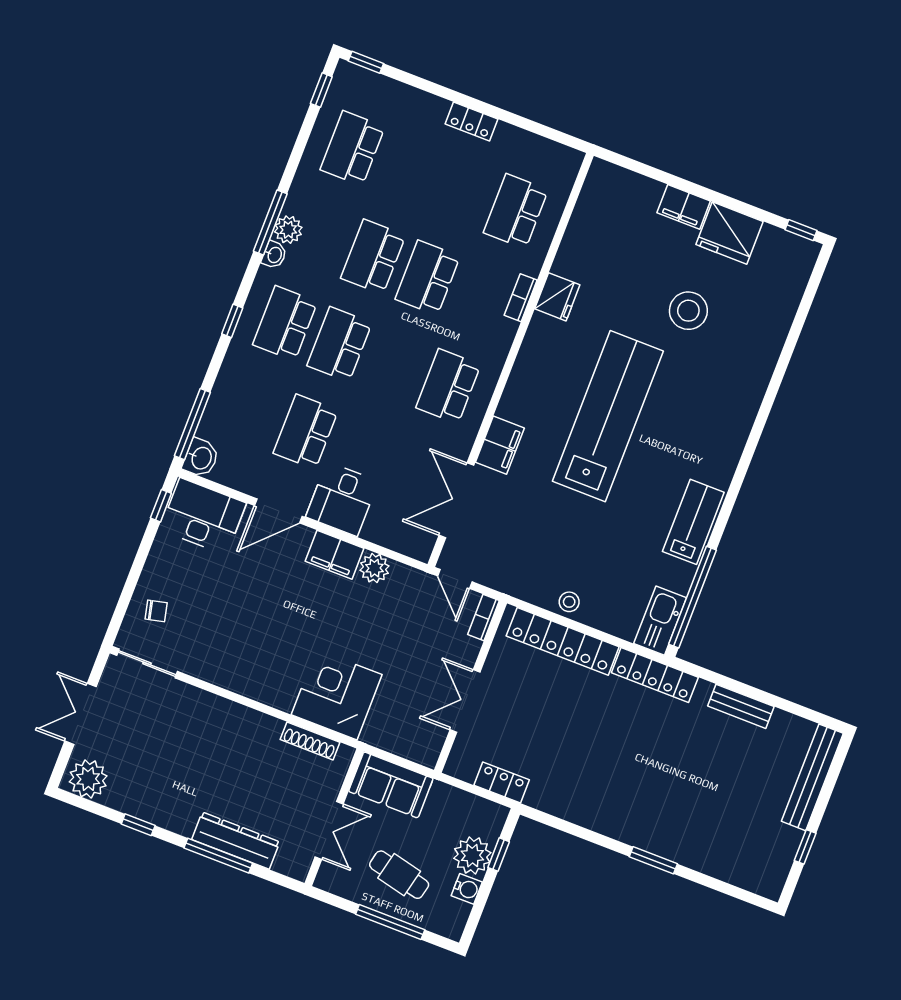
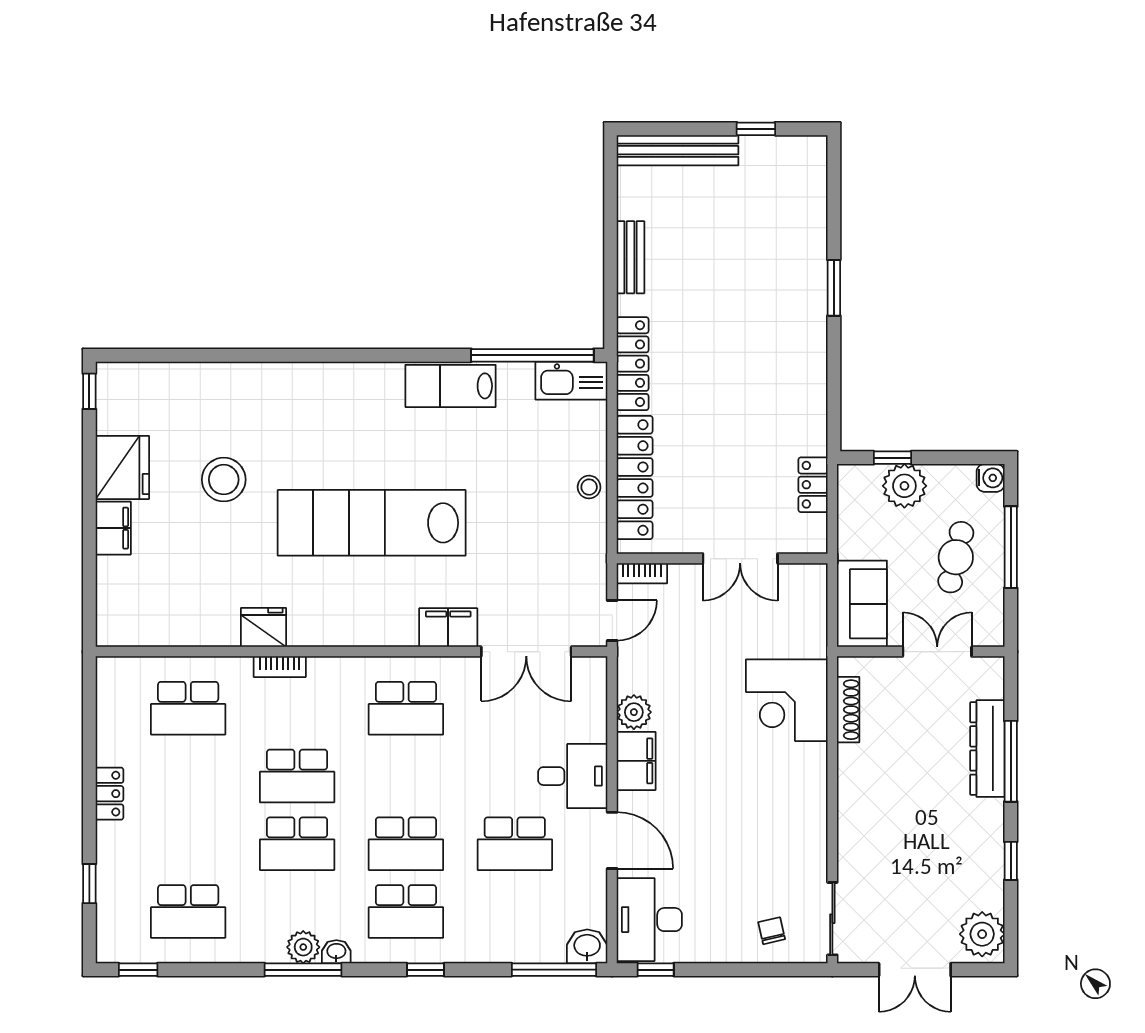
window: (366, 62) -> (89, 884), moved
water cooler: (467, 889) -> (991, 478), moved, turned 90

